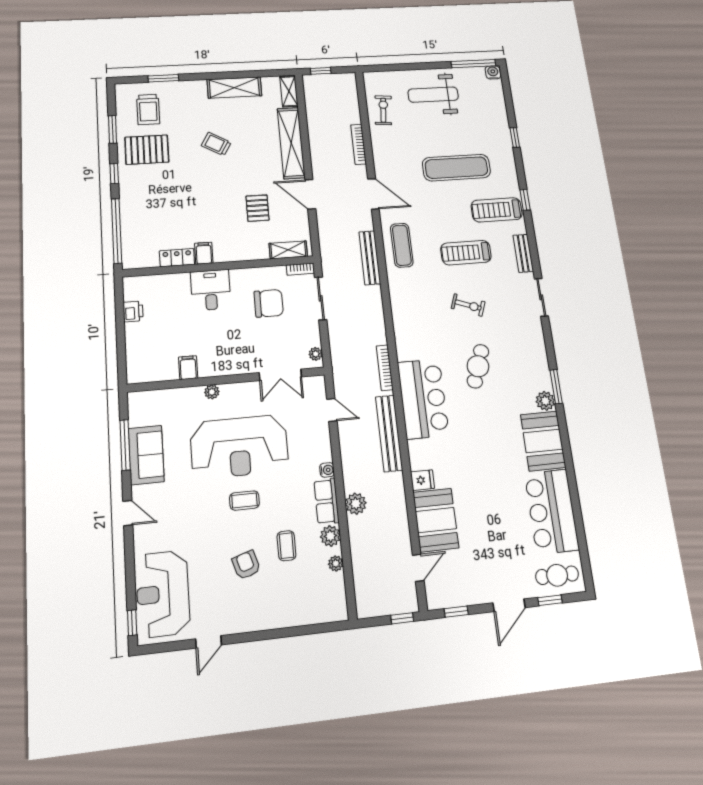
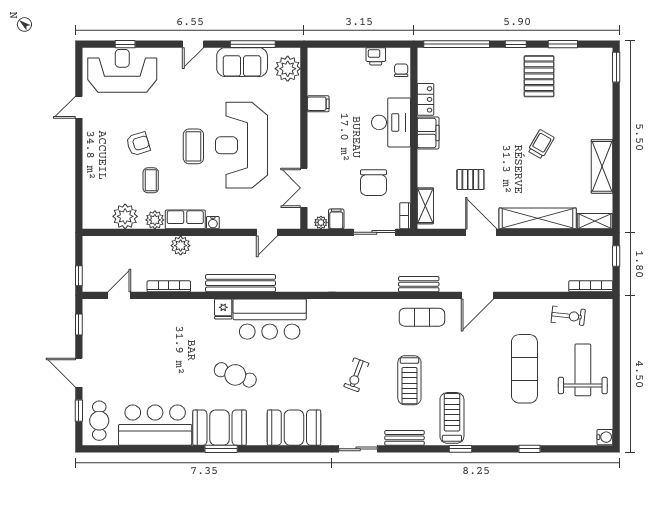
window: (473, 64) -> (616, 418), removed
window: (163, 78) -> (616, 67), moved
trolley: (148, 109) -> (583, 80), removed
bookcase: (359, 144) -> (591, 286), moved
exercise mat: (456, 168) -> (524, 369), moved
door: (310, 194) -> (481, 232), hinge flipped
filing cabinet: (204, 253) -> (428, 133), width x2.00
treadmill: (466, 253) -> (409, 380), turned 180
bench: (370, 258) -> (419, 284), width x0.73
chair: (147, 284) -> (401, 70), added
desk: (211, 290) -> (391, 122), width x1.37
filing cabinet: (310, 338) -> (336, 219), added
cafe table: (478, 366) -> (235, 375), moved
bookcase: (385, 368) -> (169, 286), moved
window: (556, 387) -> (221, 449), moved
plant: (212, 392) -> (288, 69), moved, width x1.87, depth x1.87
plant: (545, 401) -> (257, 436), removed
fridge: (423, 480) -> (223, 309), moved
coffee table: (244, 501) -> (193, 146), width x1.36, depth x1.30
booth: (436, 520) -> (294, 428), moved
coffee table: (286, 546) -> (151, 180), turned 90
plant: (336, 563) -> (125, 216), width x1.88, depth x1.88
door: (418, 568) -> (119, 295), swing flipped
window: (132, 623) -> (125, 44), moved
door: (209, 642) -> (79, 107), hinge flipped

